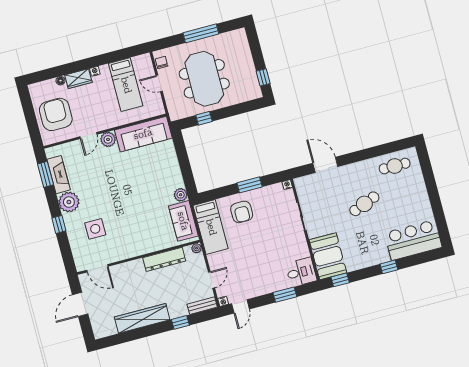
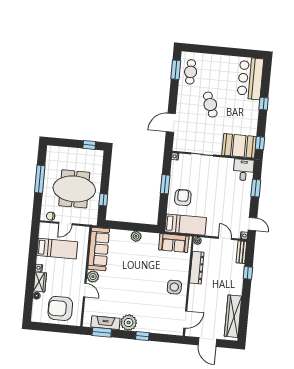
window: (391, 147) -> (176, 70), added
plant: (181, 195) -> (136, 236), moved
armchair: (242, 212) -> (183, 198), turned -90
side table: (95, 229) -> (174, 287), moved
wardrobe: (142, 318) -> (233, 316), moved

